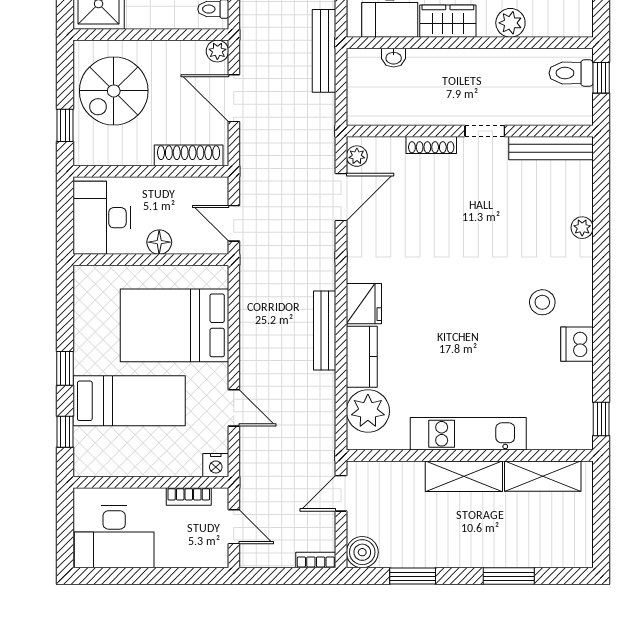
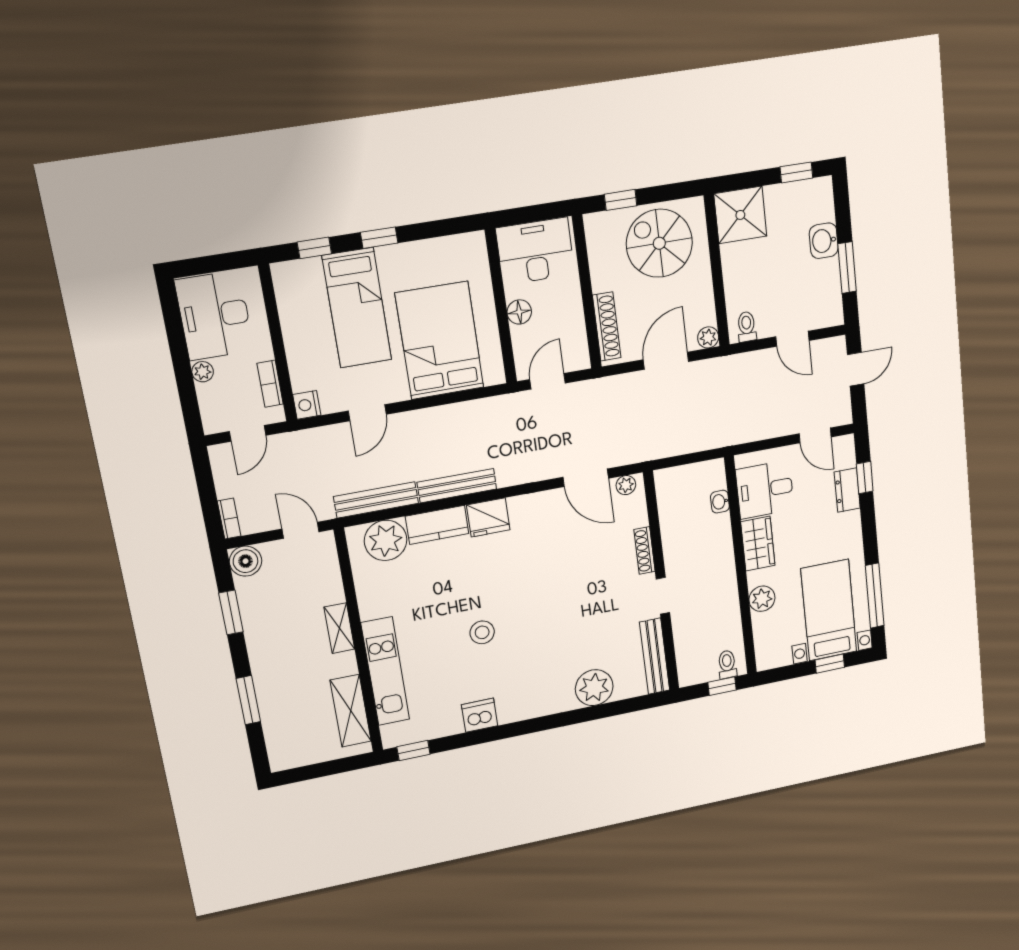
bench: (324, 51) -> (376, 500), moved
toilet: (571, 73) -> (727, 664), width x0.73, depth x0.72
plant: (582, 228) -> (594, 688), width x1.88, depth x1.88
stool: (542, 302) -> (482, 632), moved
kitchen unit: (468, 434) -> (385, 671), moved
shelving: (464, 476) -> (339, 628), width x0.67, depth x0.75
plant: (166, 558) -> (203, 372), added

